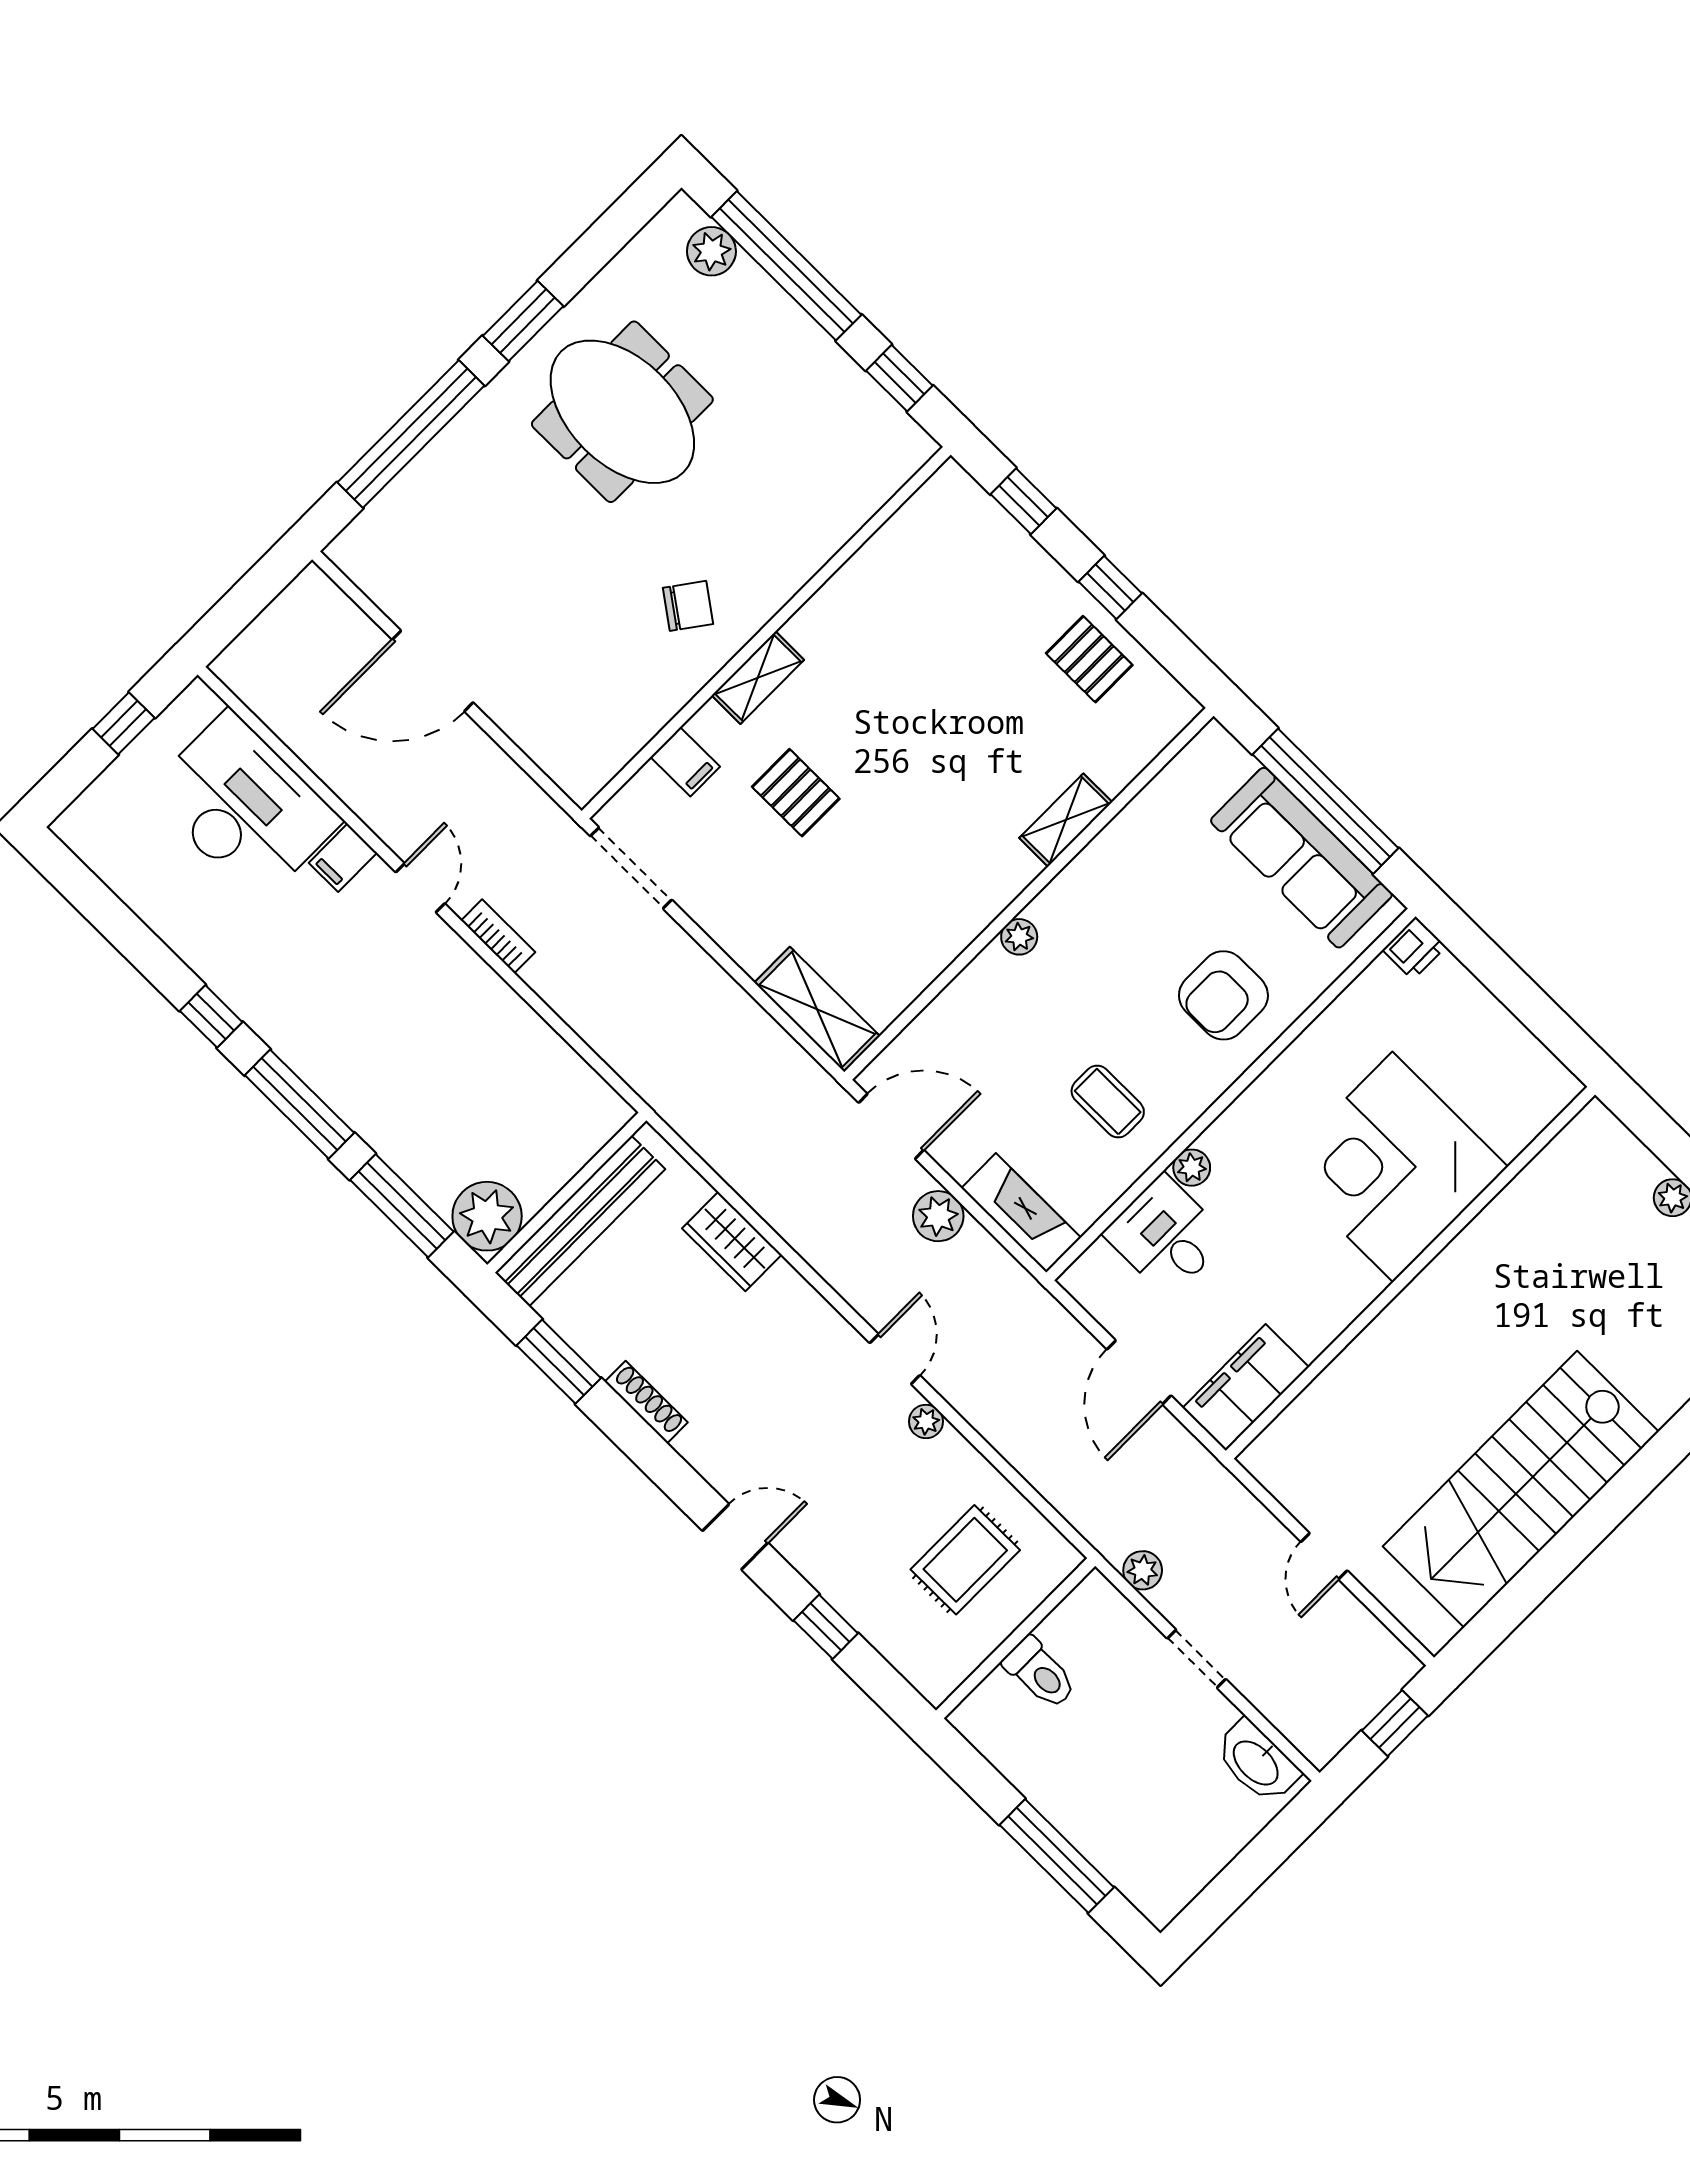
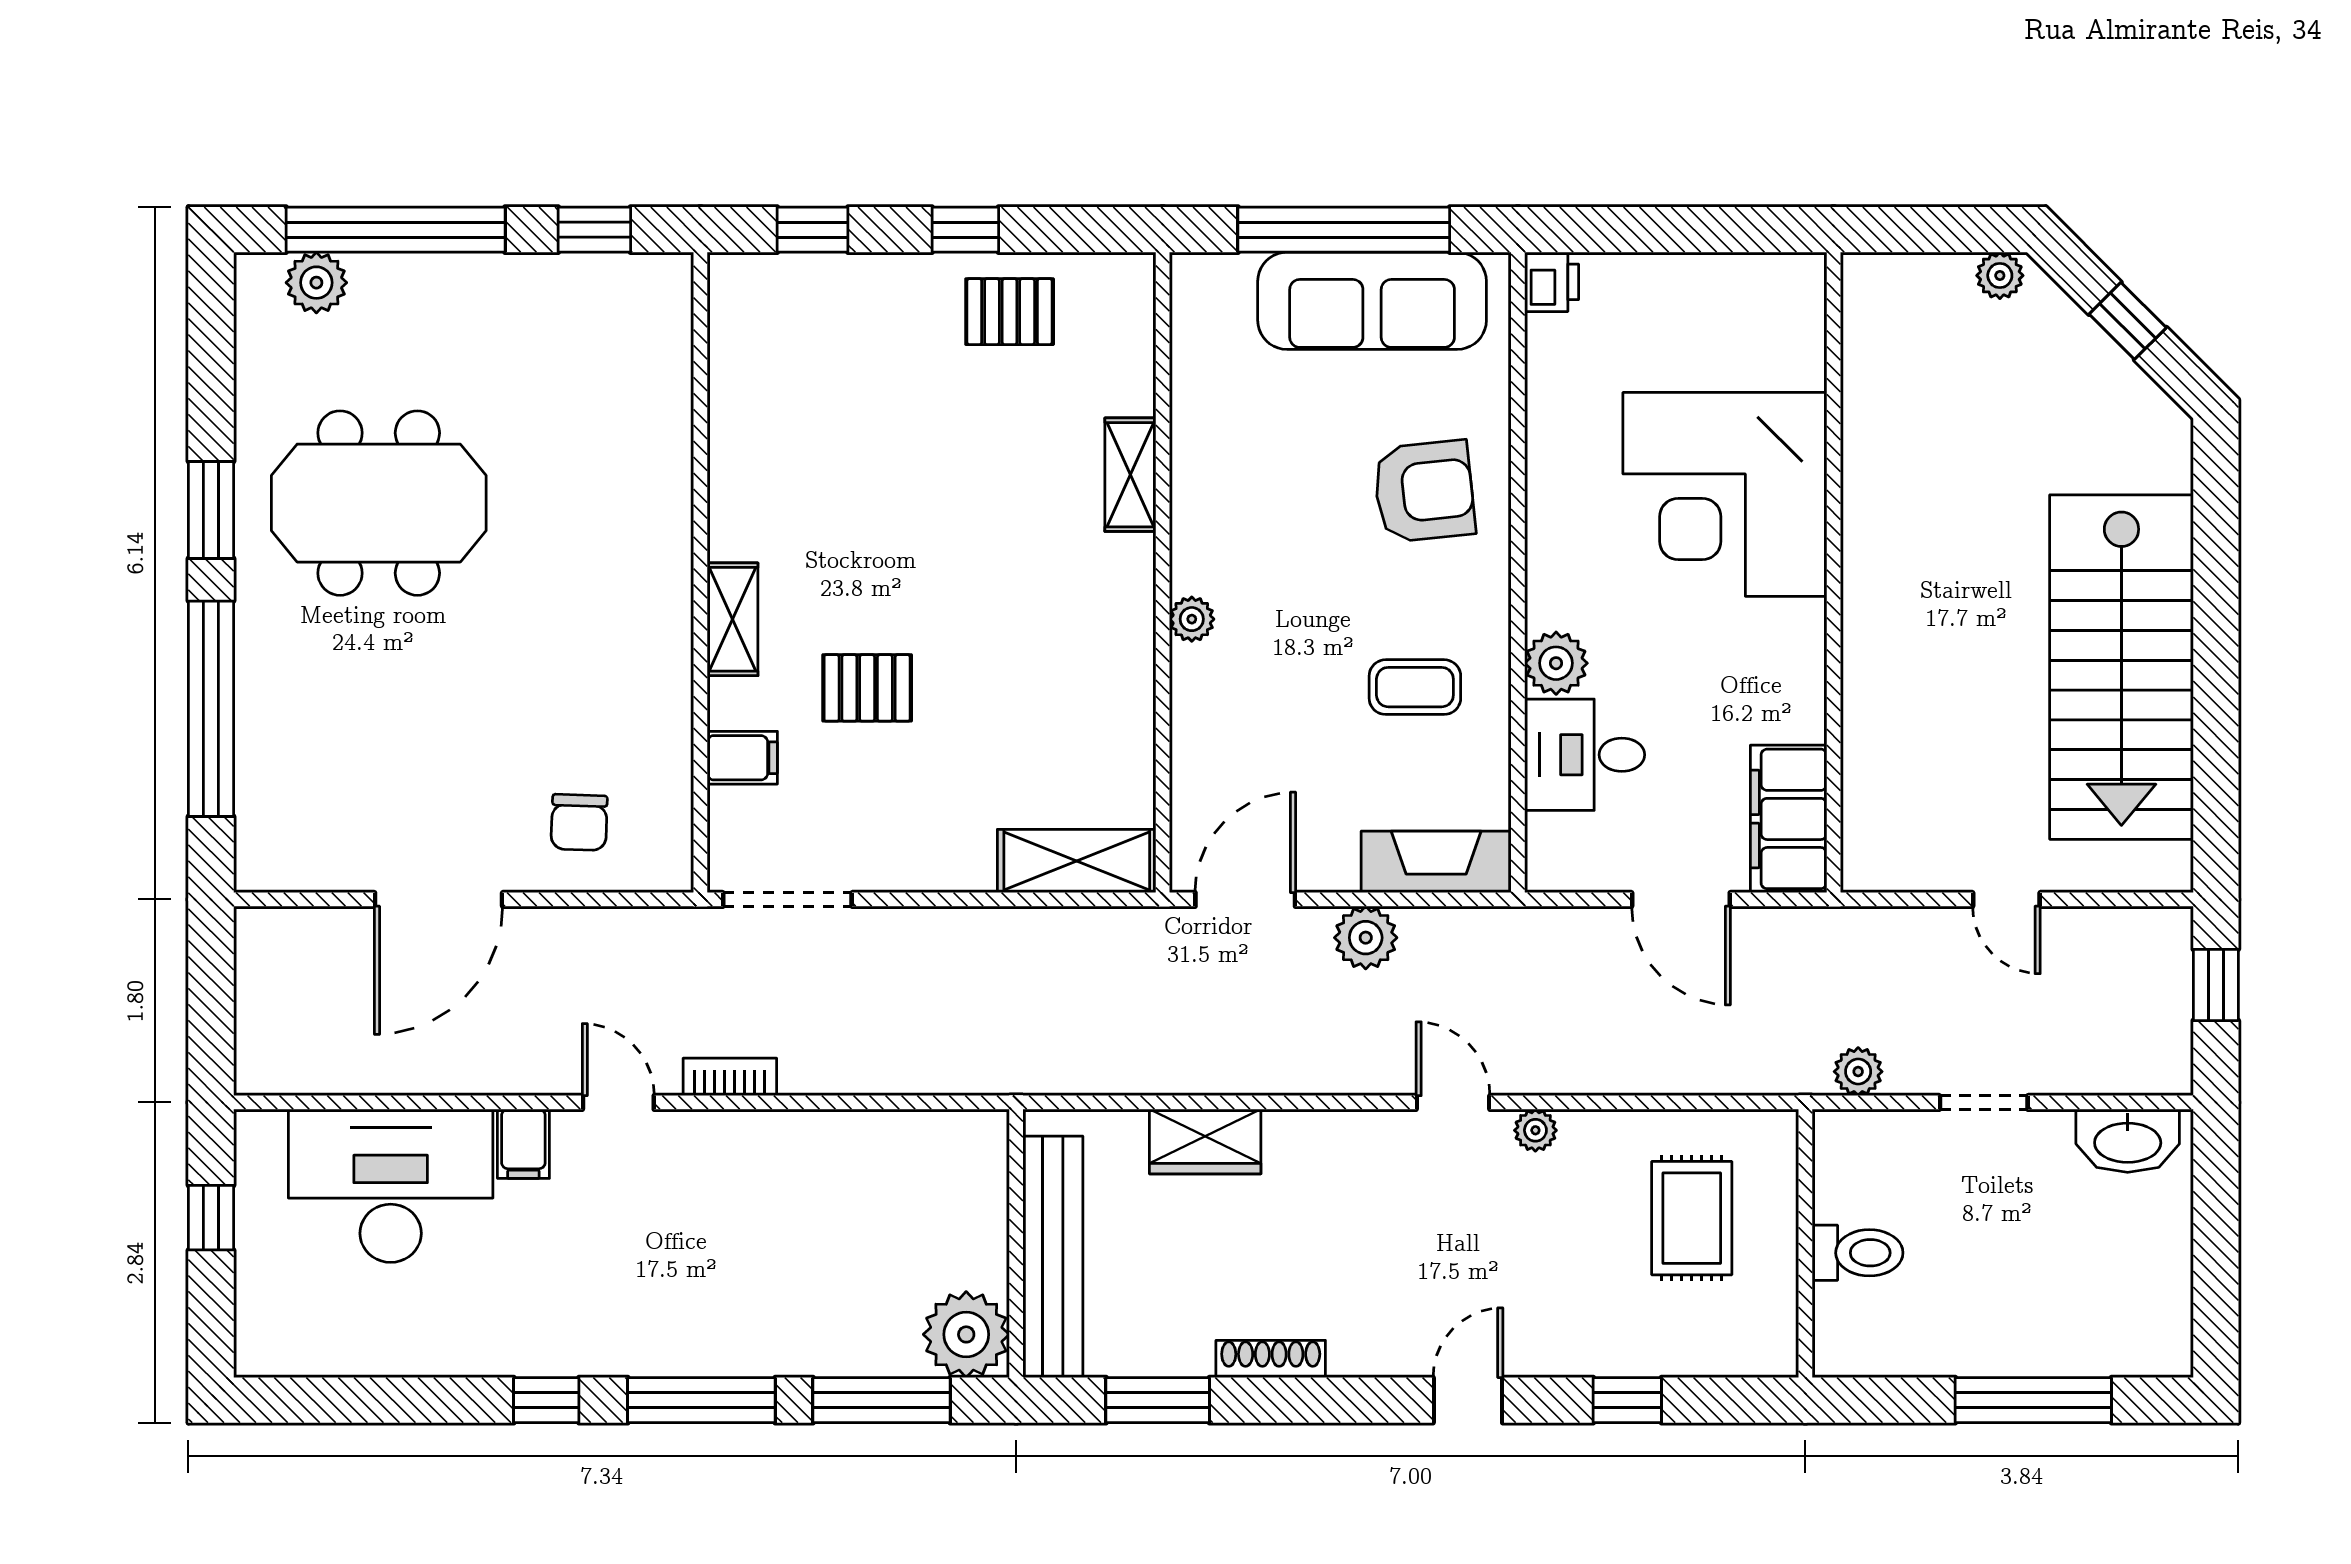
chair: (688, 606) -> (579, 822), moved, turned 146
armchair: (1223, 995) -> (1424, 491), turned -96
plant: (1192, 1168) -> (1556, 663), width x1.38, depth x1.38

